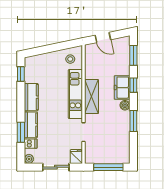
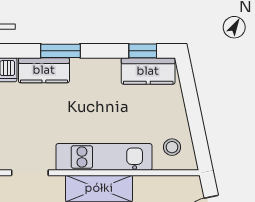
kitchen counter: (31, 97) -> (148, 71), moved
window: (21, 132) -> (60, 51), moved

